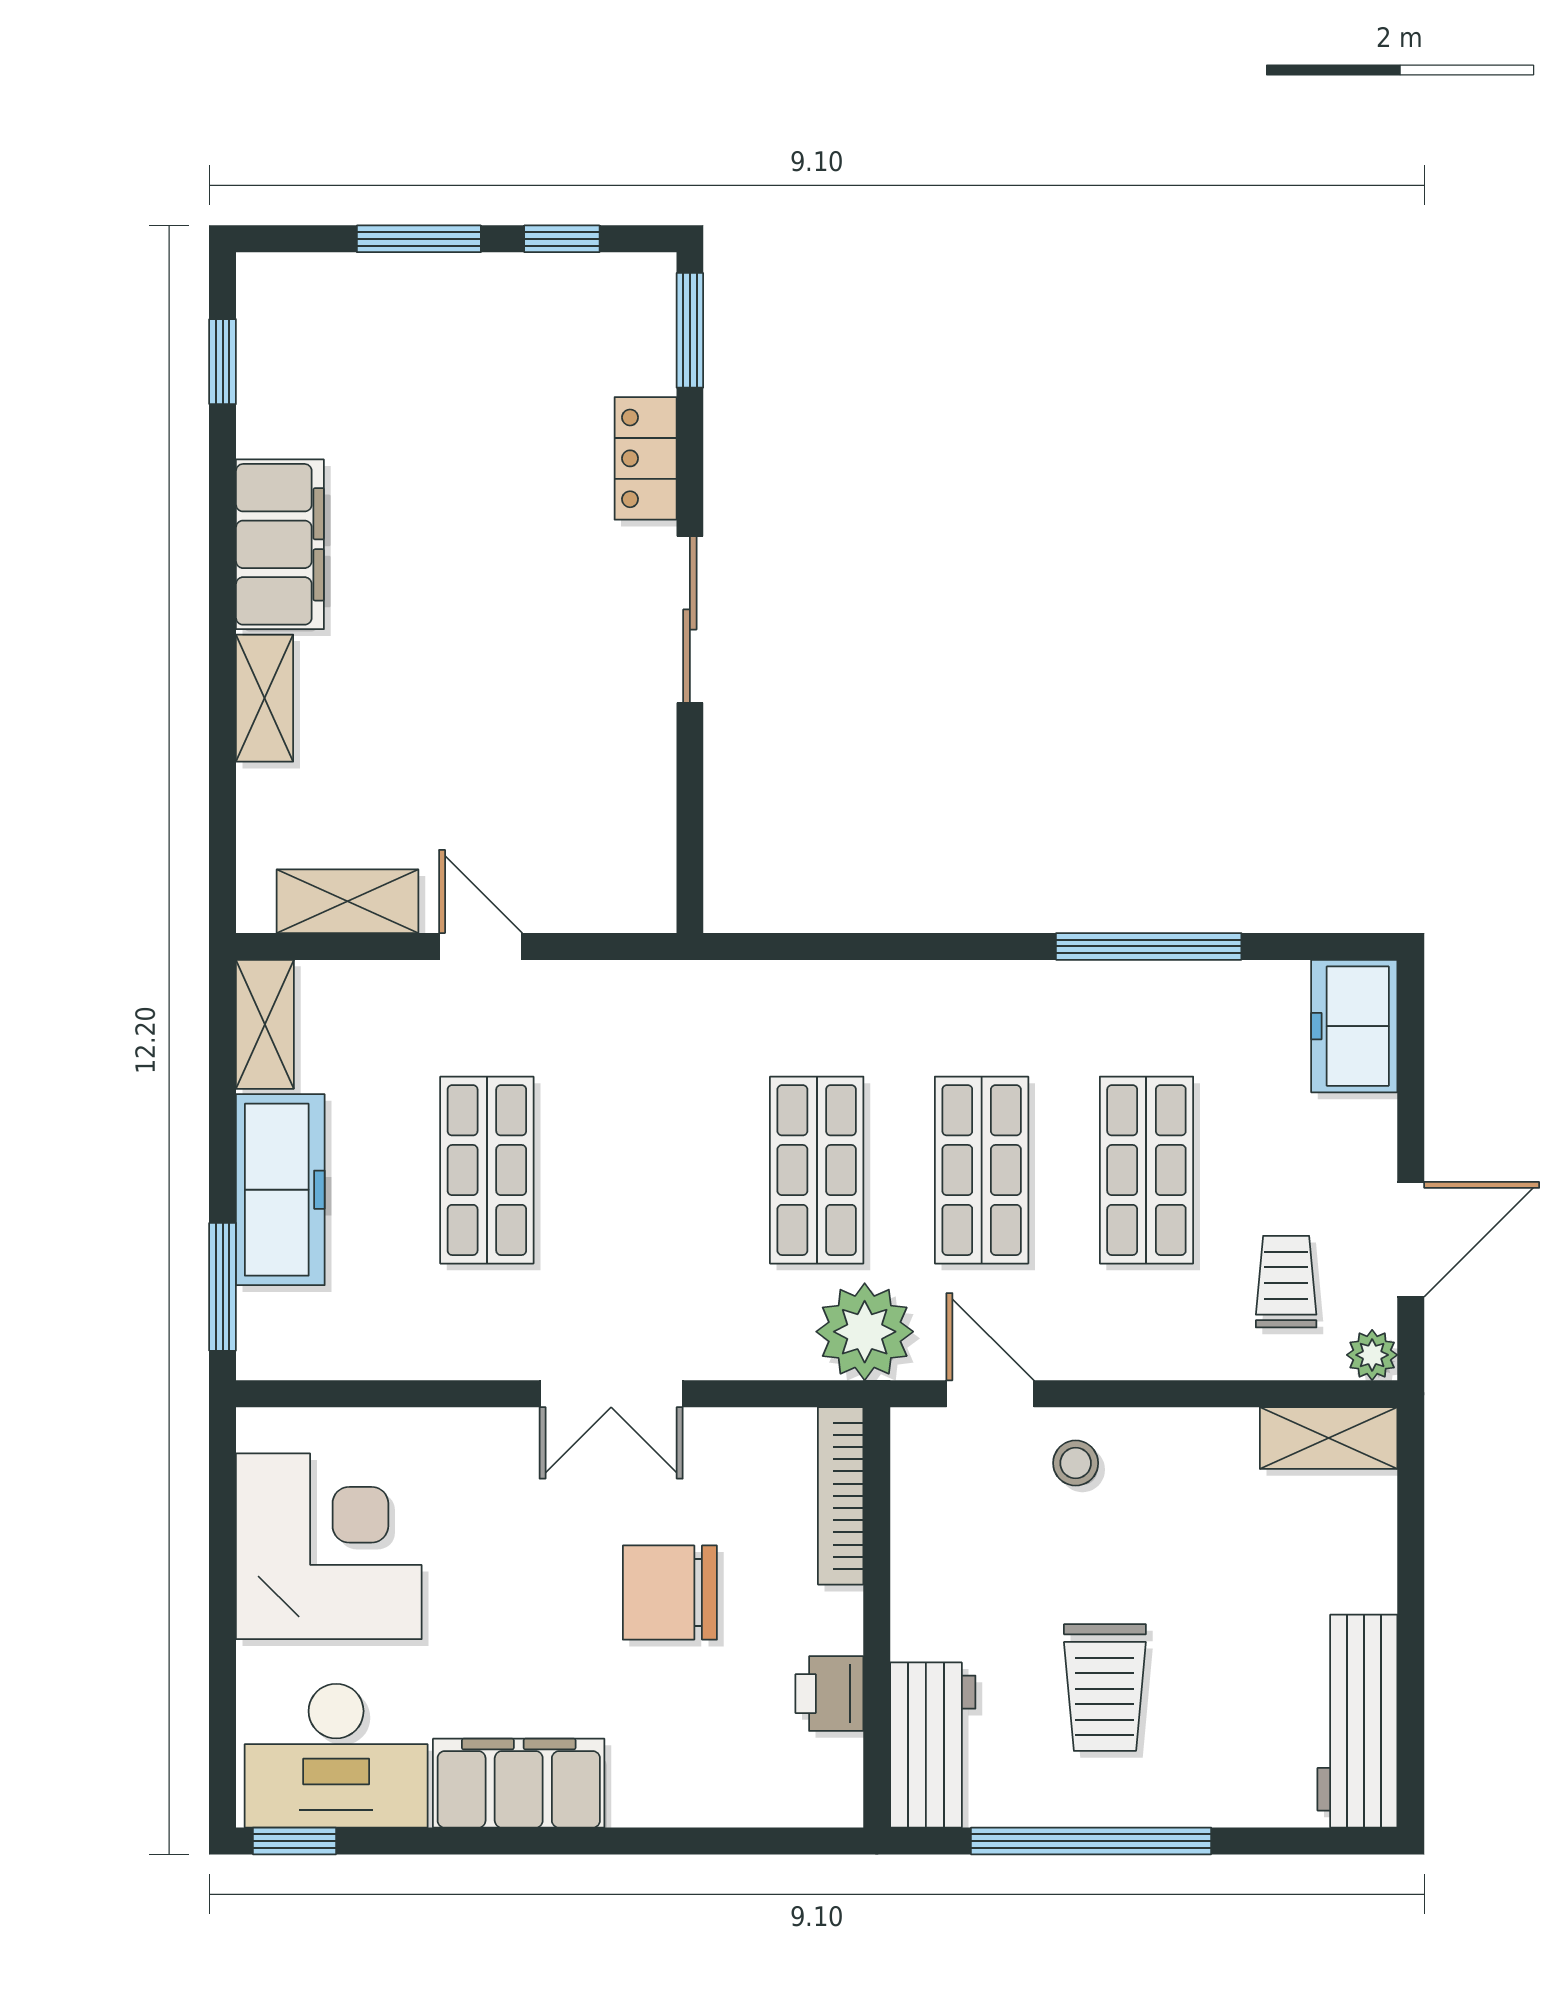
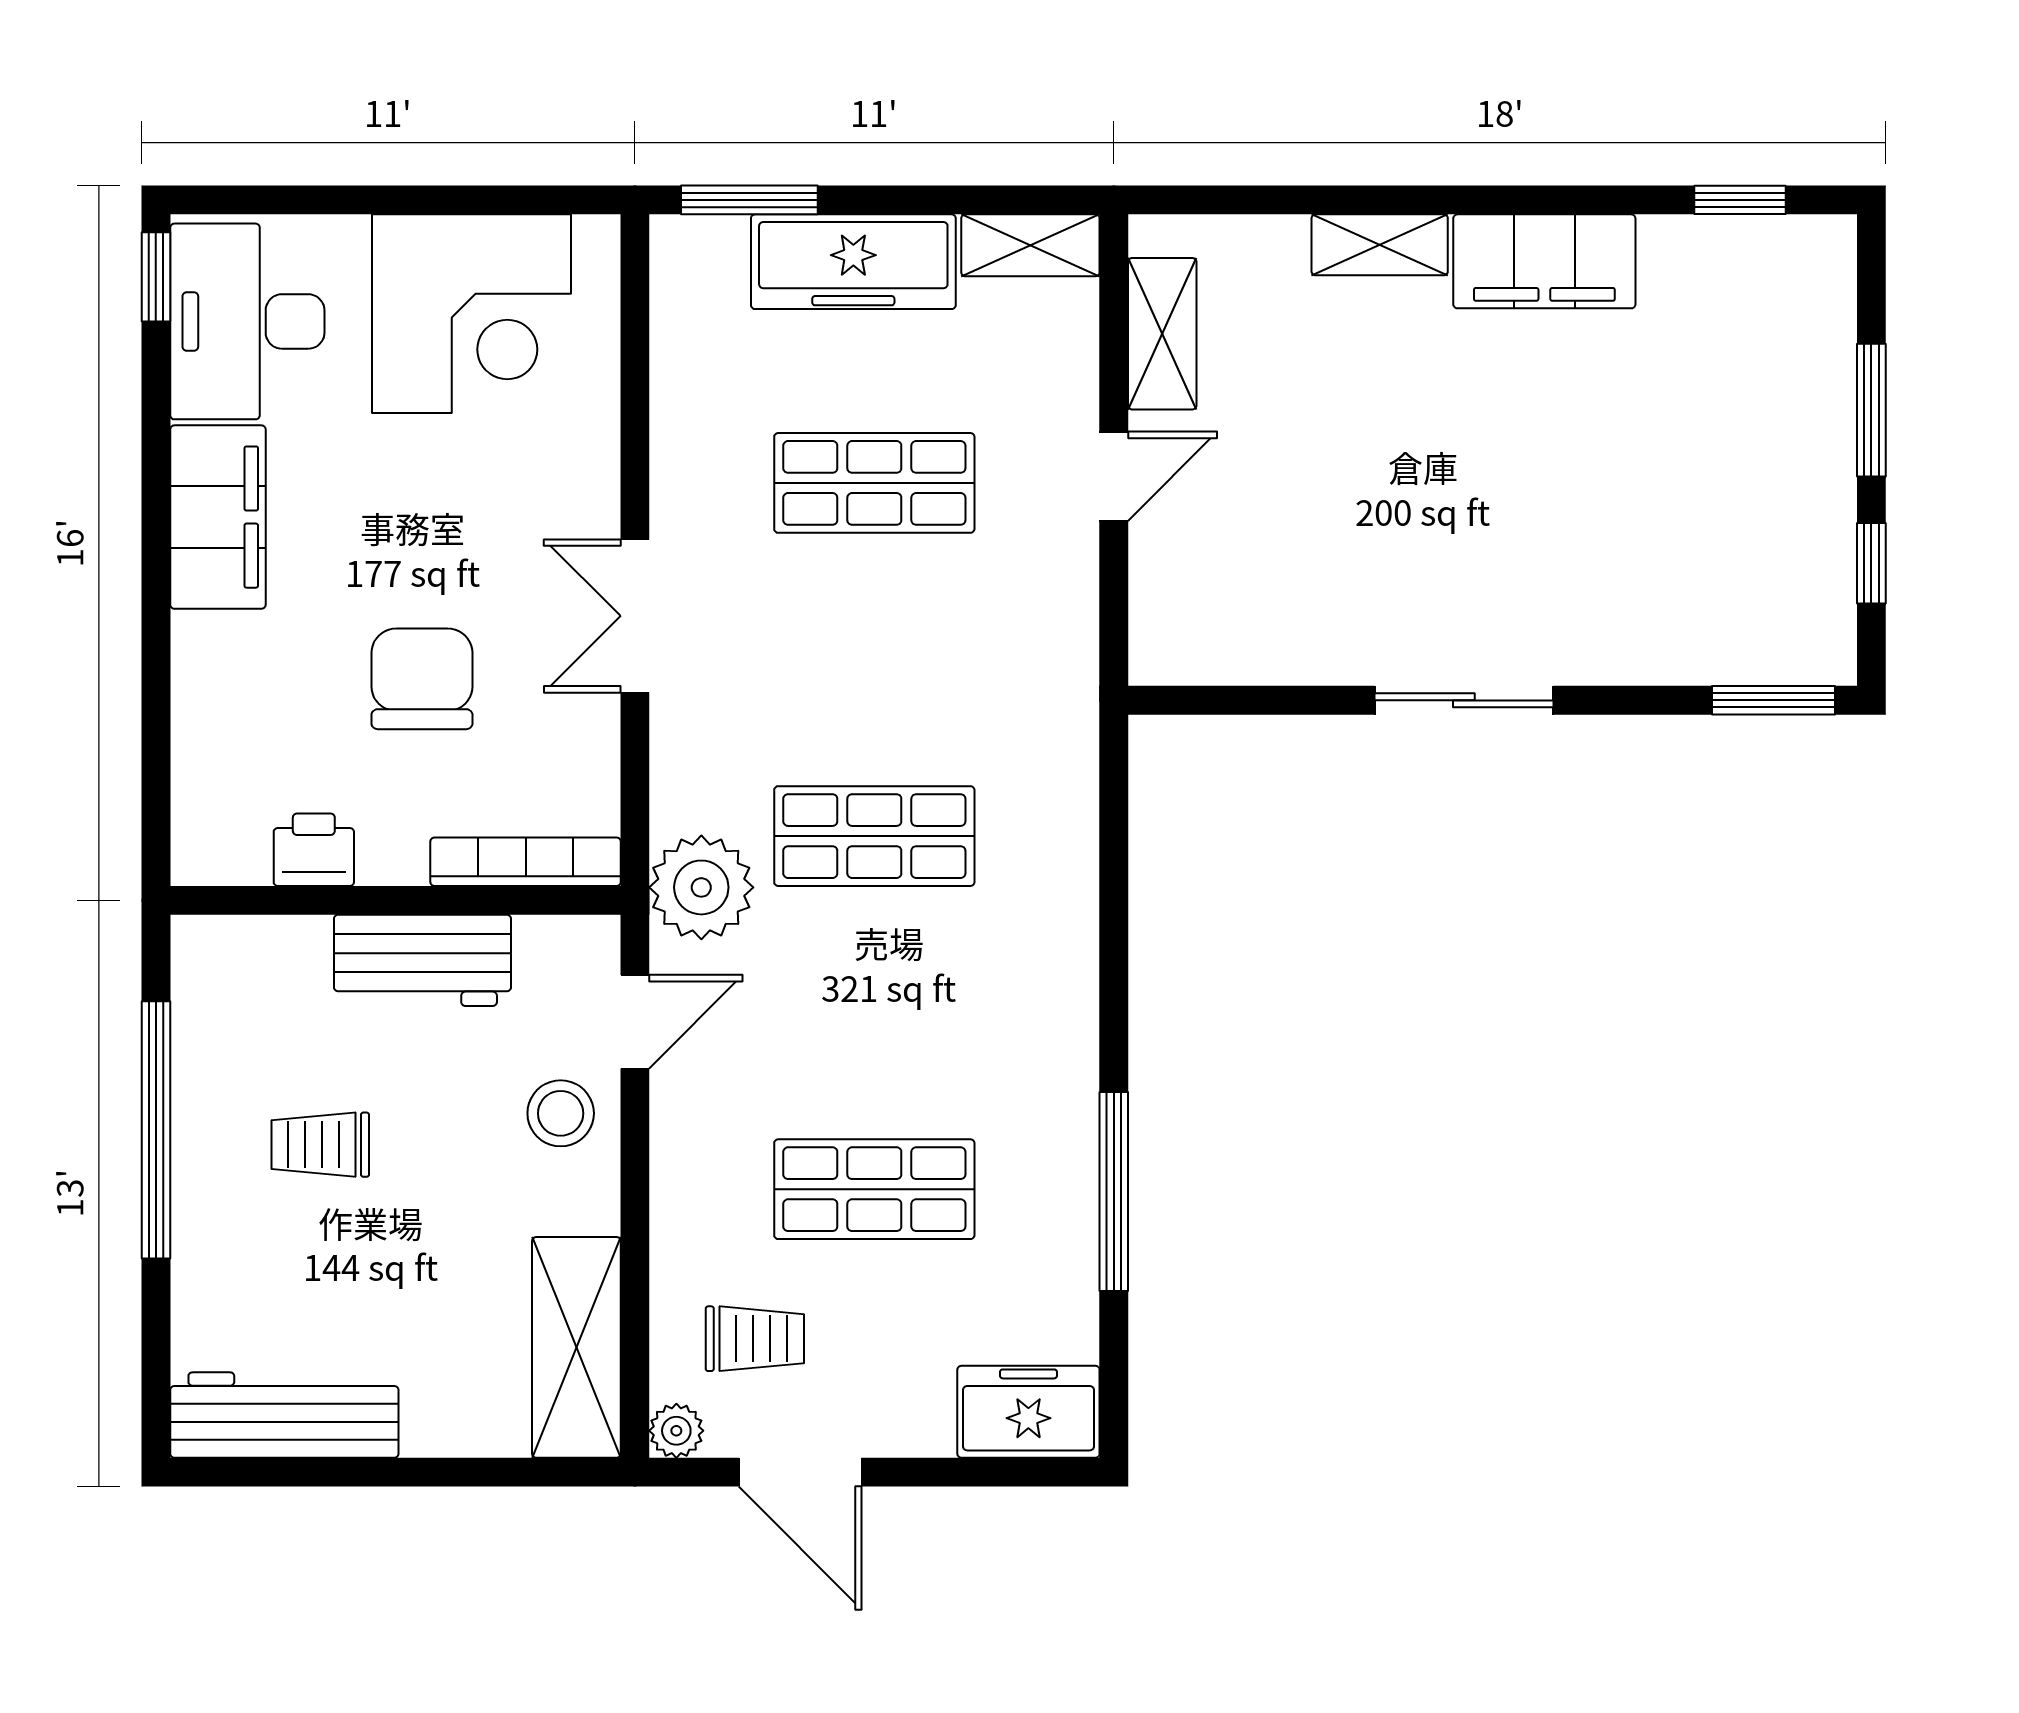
locker: (646, 458) -> (1636, 653), removed
shop shelf: (982, 1170) -> (874, 1013), removed
shelving: (1329, 1438) -> (576, 1347), width x1.50, depth x1.33
stool: (1076, 1463) -> (561, 1113), width x1.37, depth x1.37
trolley: (1105, 1688) -> (320, 1145), width x0.73, depth x0.72
workbench: (933, 1745) -> (422, 960), moved

